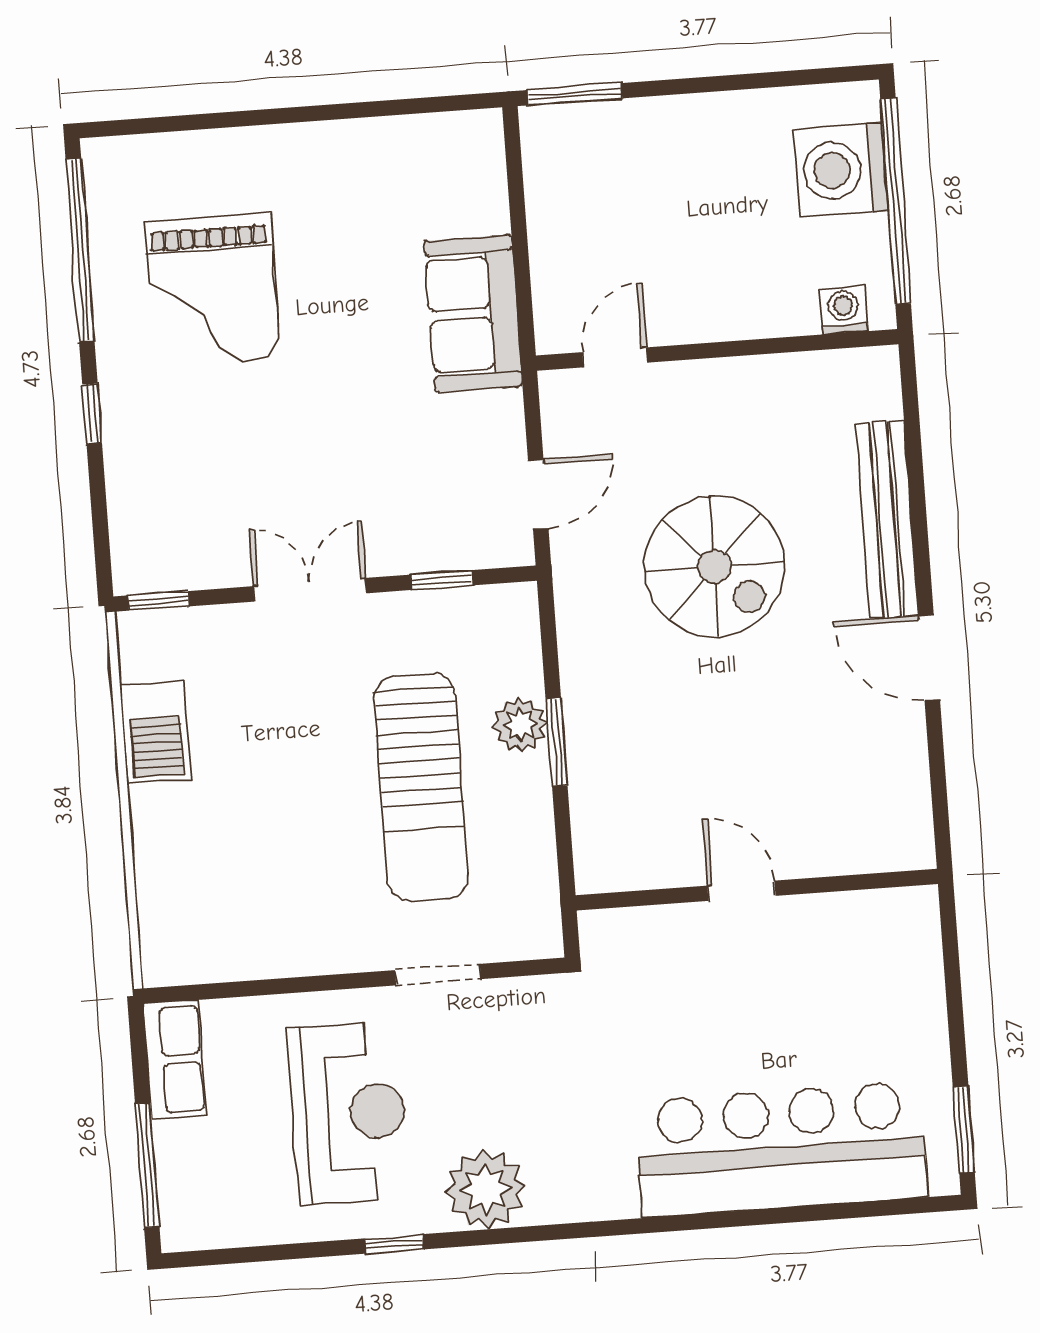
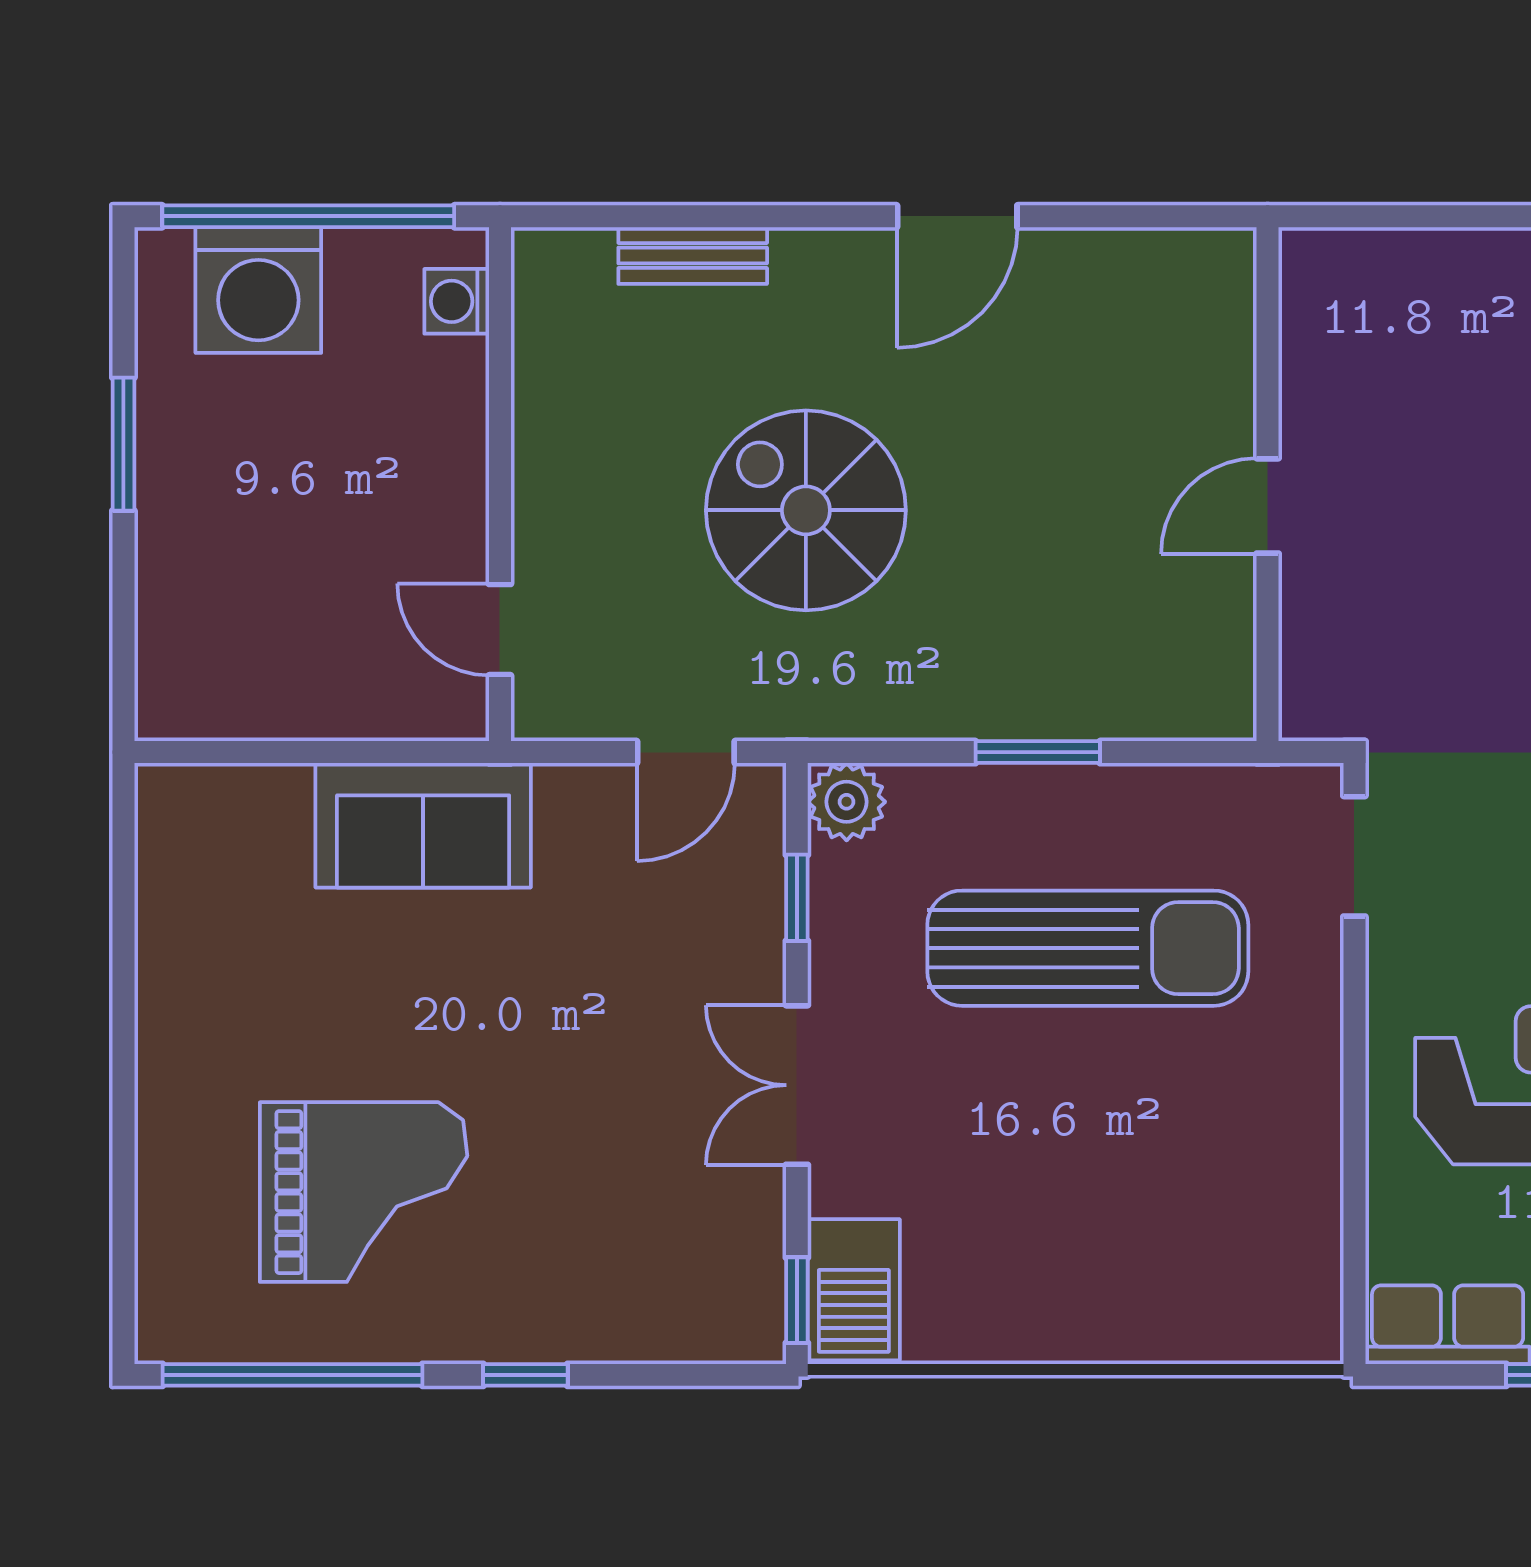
window: (575, 94) -> (123, 444), moved
door: (538, 494) -> (686, 752), swing flipped
bench: (887, 519) -> (693, 255), width x0.54, depth x0.82
spiral stairs: (714, 566) -> (806, 510), turned -90
plant: (520, 725) -> (847, 802), moved
barbecue: (156, 732) -> (854, 1290), moved, turned 90
doorway: (438, 975) -> (1354, 856), moved

